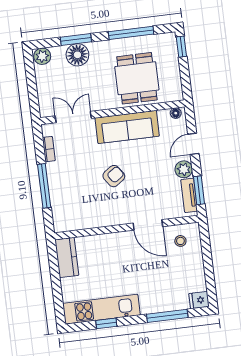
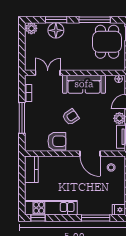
dining table: (137, 78) -> (107, 42), moved
armchair: (98, 213) -> (57, 141), added
window: (106, 323) -> (38, 218), moved

